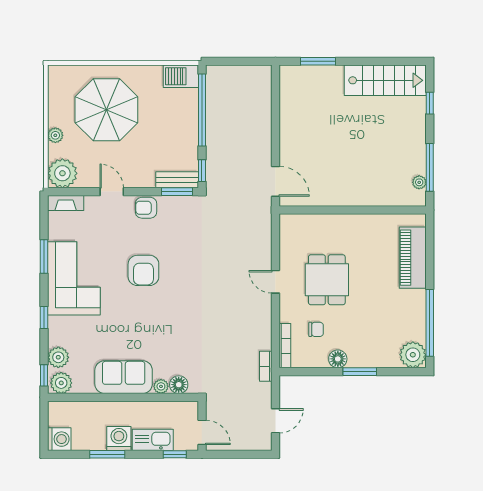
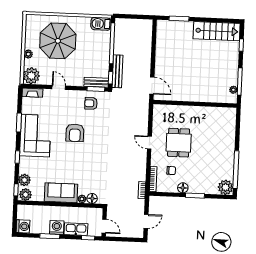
bench: (214, 159) -> (118, 71), added
armchair: (146, 208) -> (91, 103), moved
piano: (413, 258) -> (228, 132), removed

